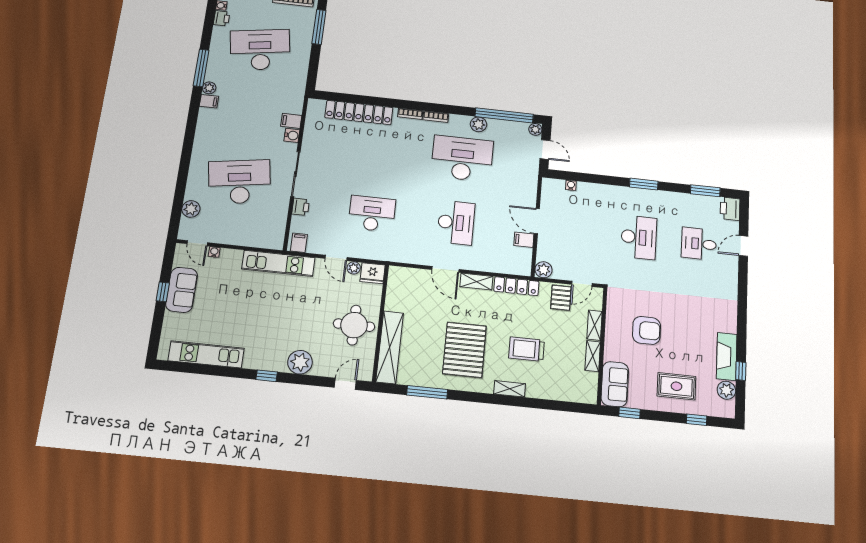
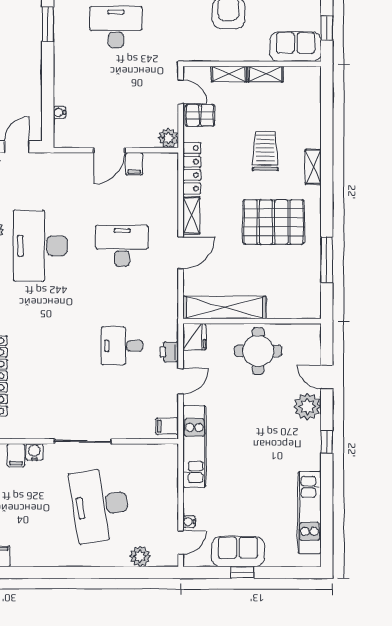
printer: (301, 207) -> (169, 352), moved, turned -90
desk: (372, 214) -> (122, 346), width x0.73
plant: (354, 268) -> (190, 359), removed
shelving: (390, 347) -> (224, 308), moved
trolley: (527, 349) -> (265, 151), turned 180
door: (345, 384) -> (327, 377), moved

